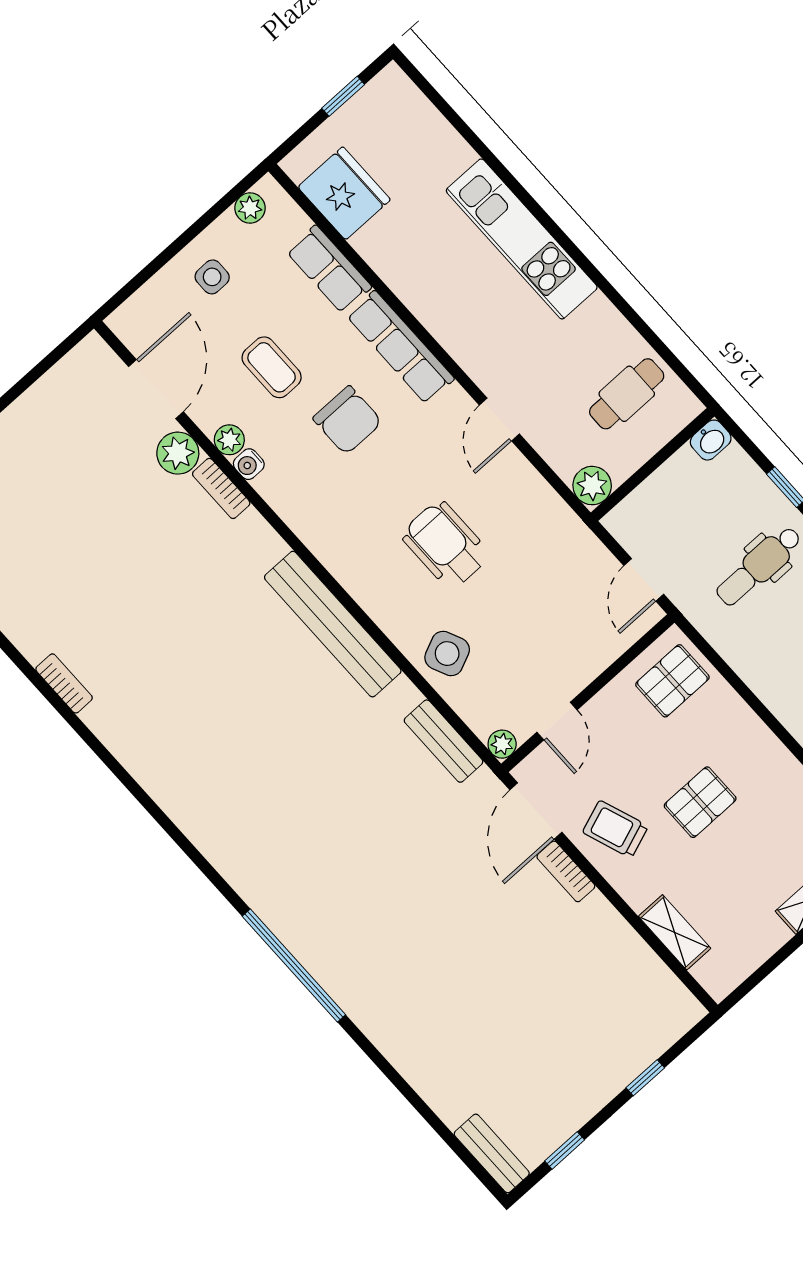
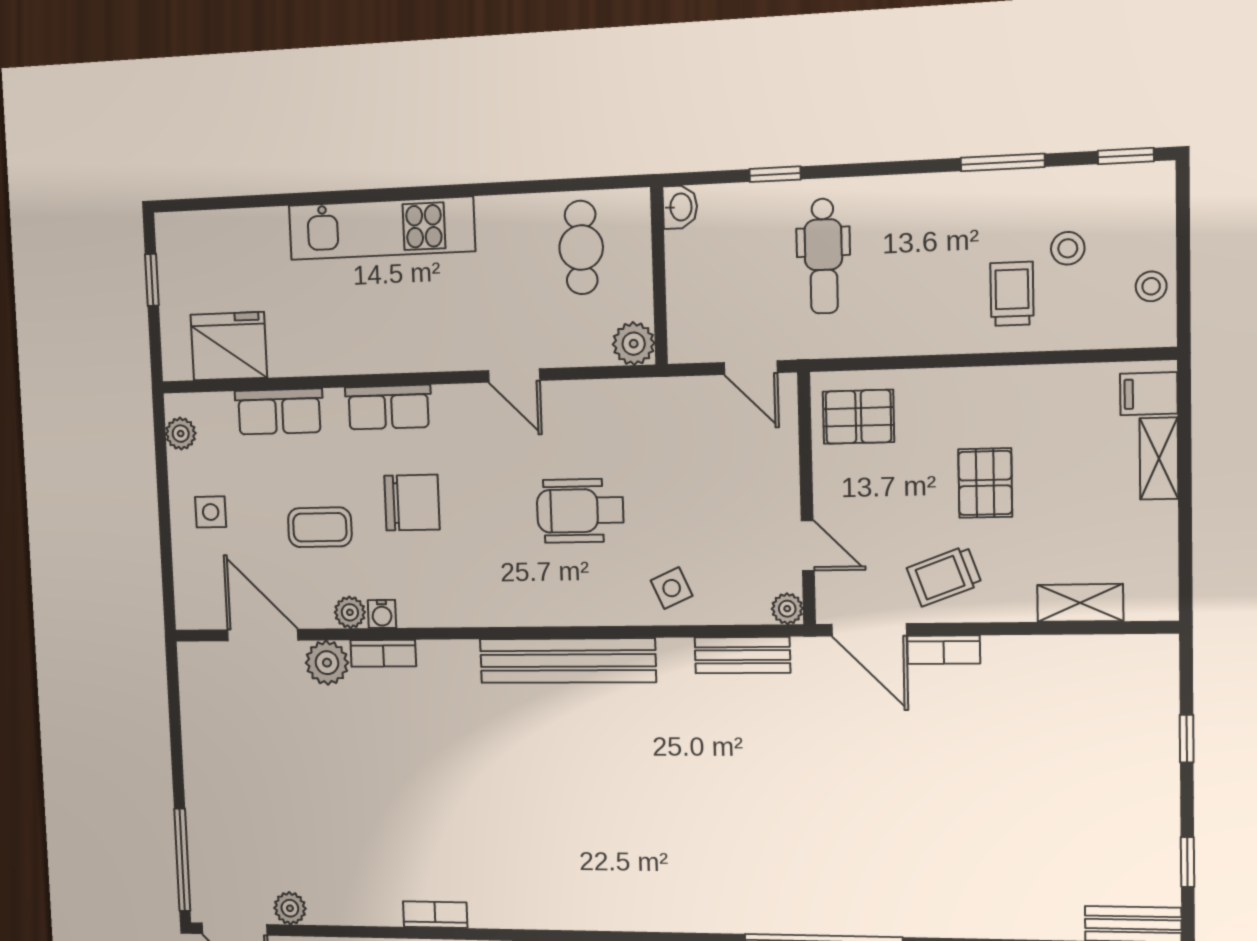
row of seats: (400, 347) -> (388, 407), width x0.68
side table: (447, 654) -> (672, 588), width x0.73, depth x0.73
pallet: (672, 681) -> (858, 417), turned 90

